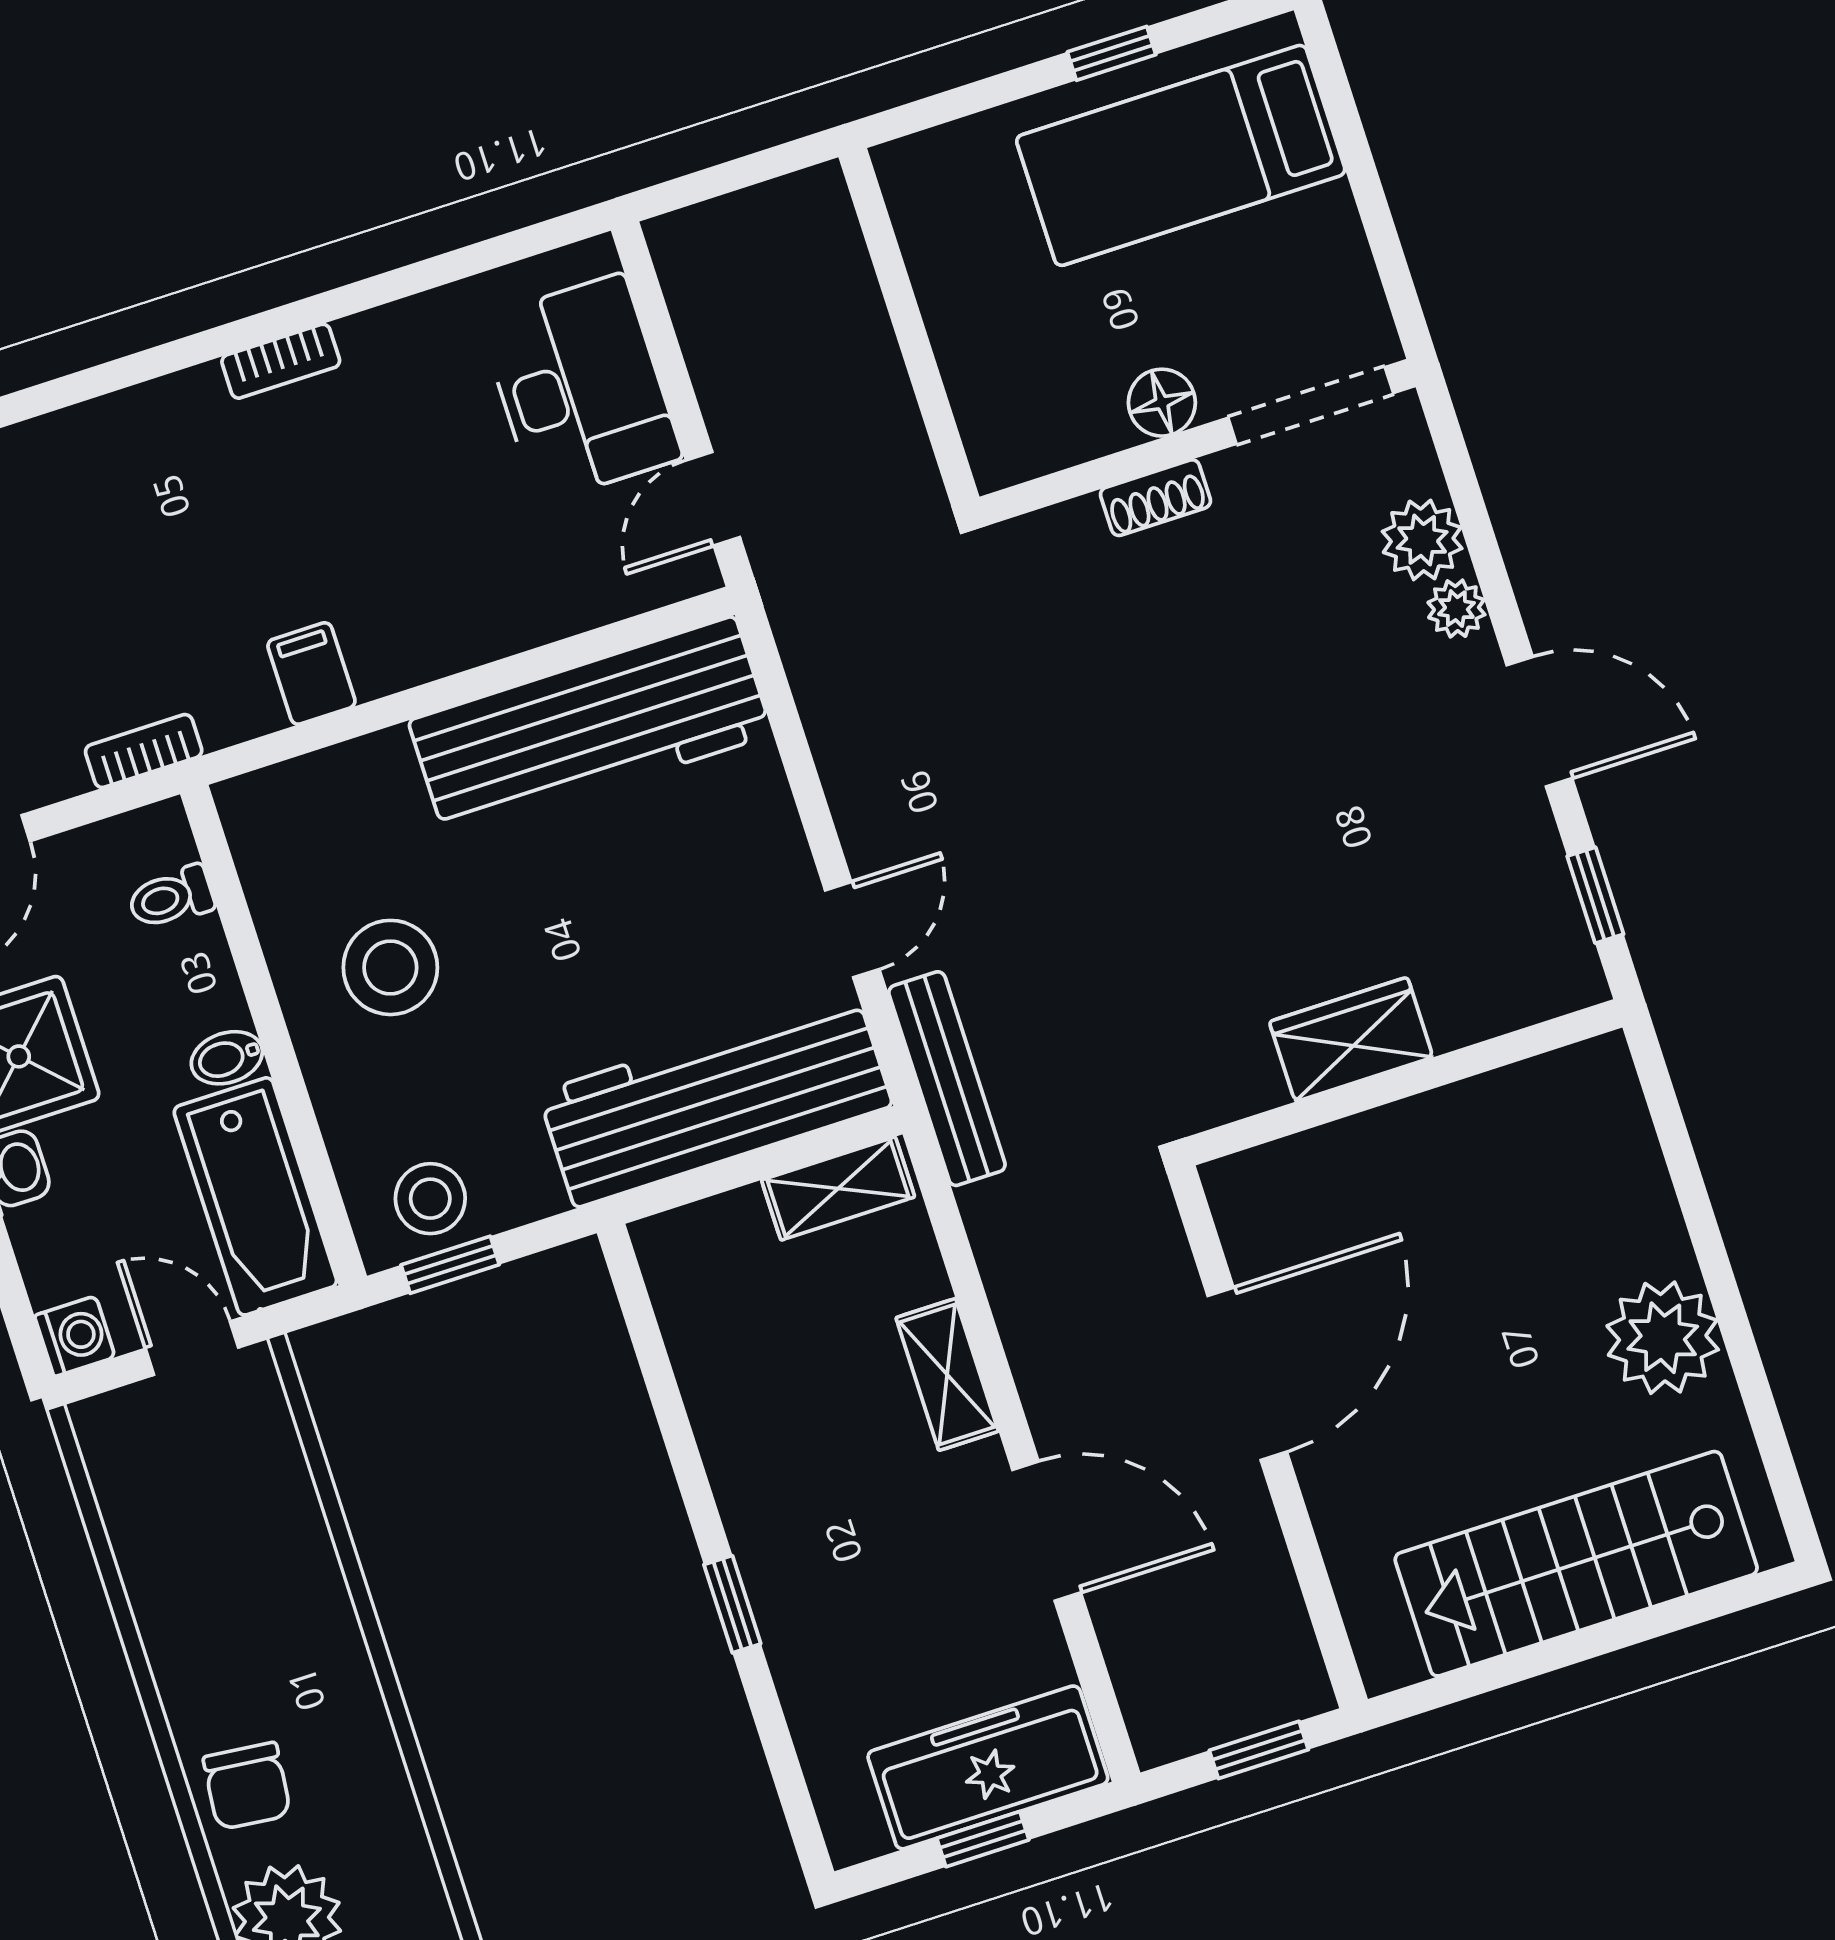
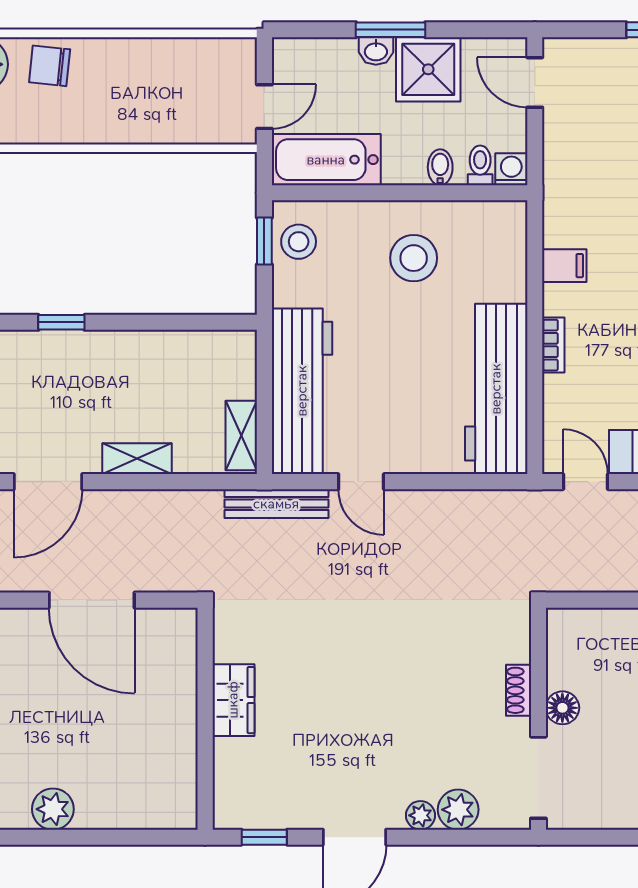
bookcase: (144, 751) -> (553, 345), moved
bidet: (227, 1058) -> (440, 167), moved
washing machine: (75, 1336) -> (511, 169), moved, turned 180
plant: (1663, 1338) -> (53, 809), width x0.73, depth x0.73

